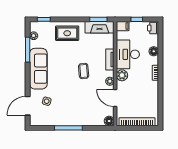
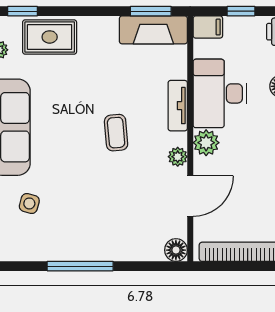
rug: (67, 33) -> (50, 37), moved
door: (115, 98) -> (190, 196), swing flipped

